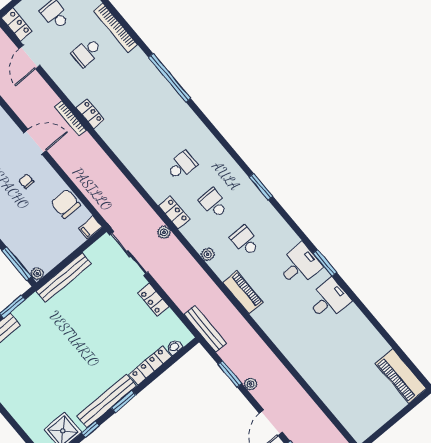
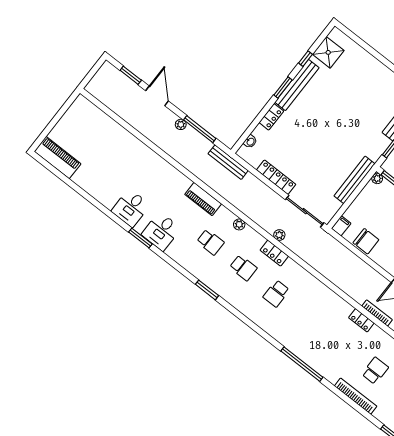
locker: (153, 300) -> (276, 177), width x1.53
locker: (150, 366) -> (271, 117), width x0.66
window: (230, 374) -> (200, 129), width x1.44

